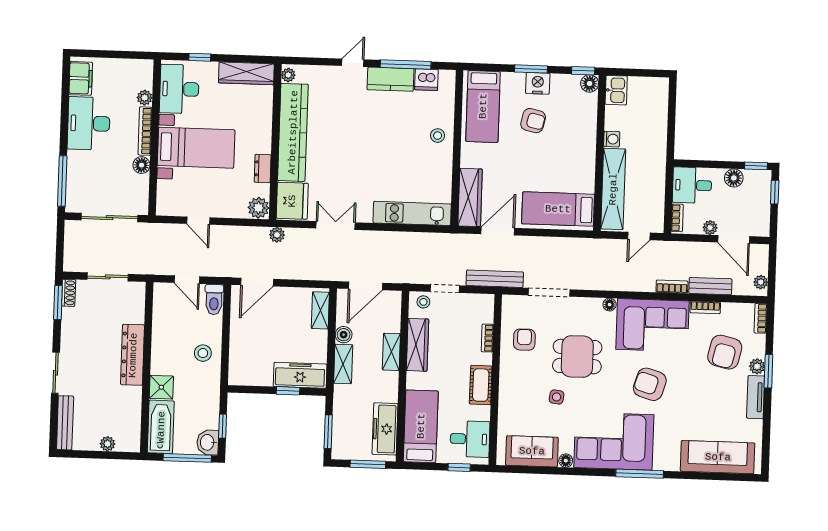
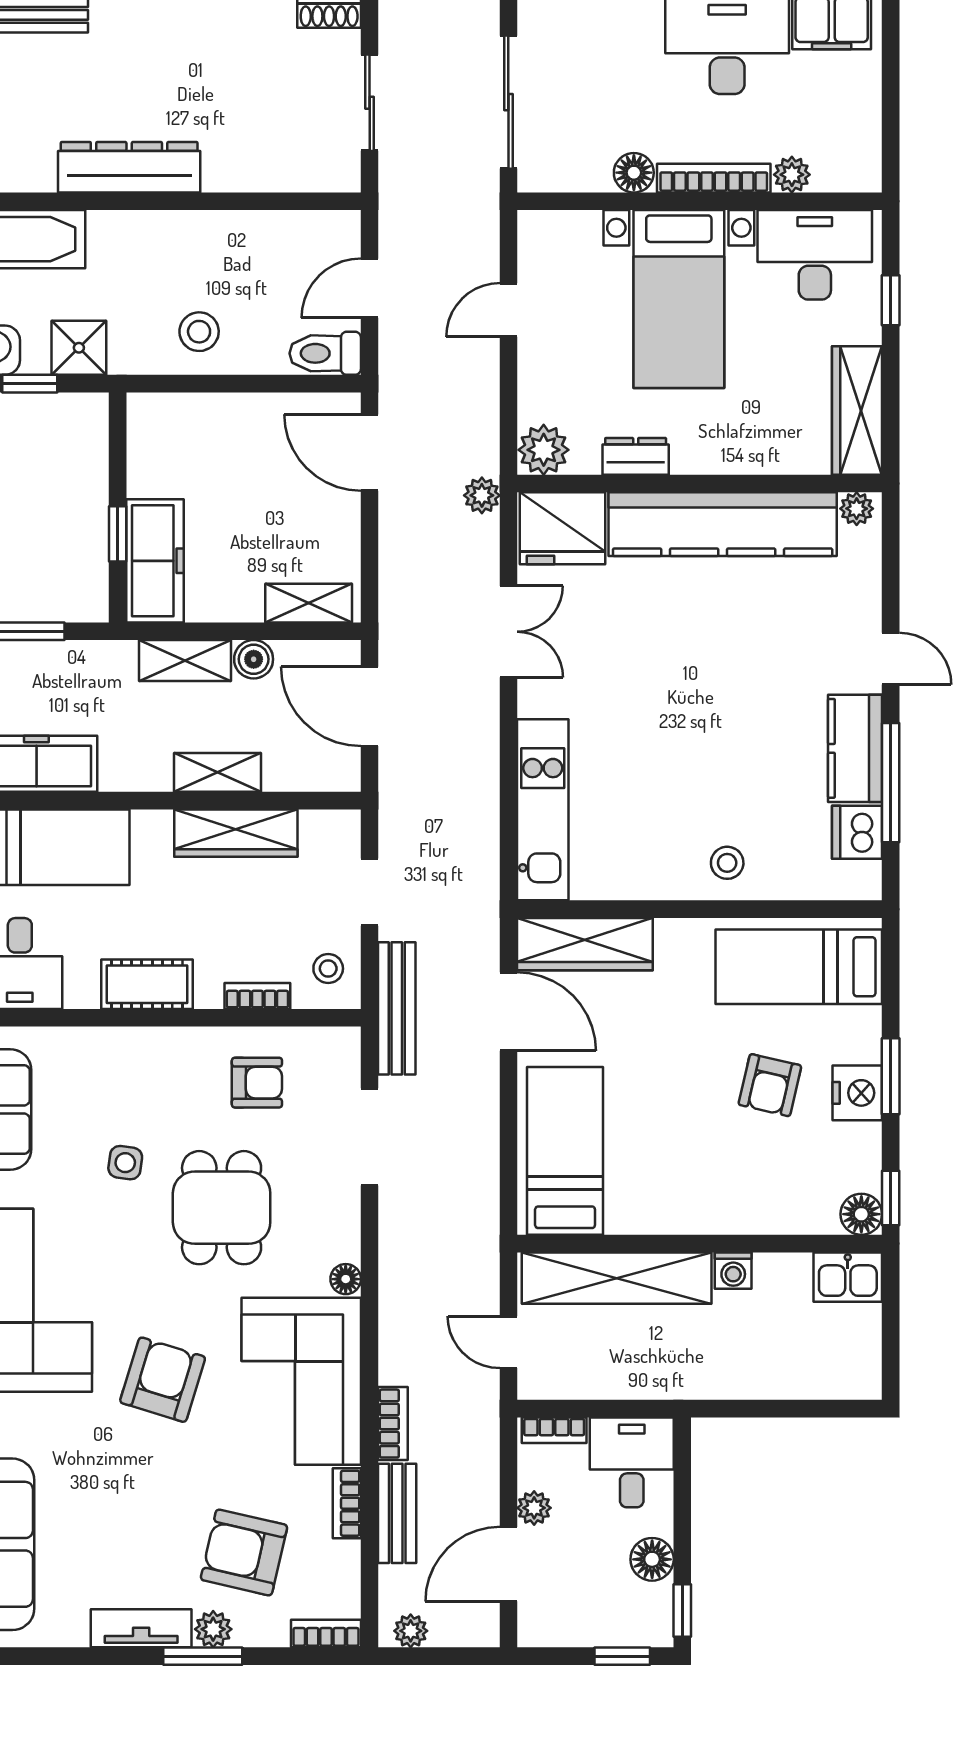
stool: (423, 302) -> (328, 969), moved
dresser: (133, 355) -> (129, 167), moved
shower: (161, 387) -> (79, 348), moved

